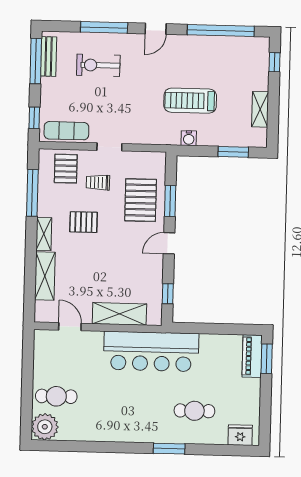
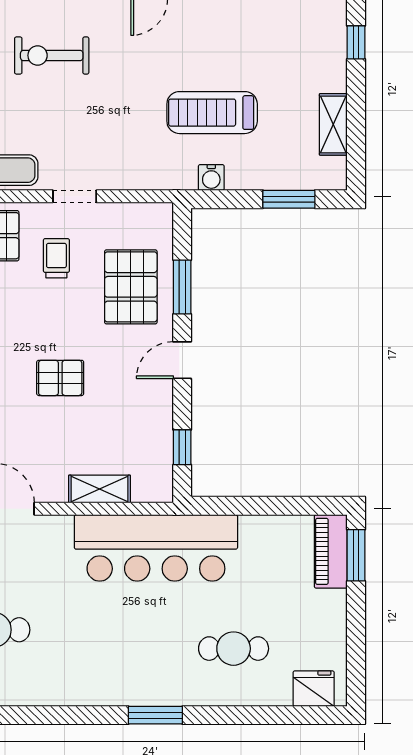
trolley: (98, 183) -> (56, 258), turned 90
pallet: (84, 222) -> (60, 378), moved
shelving: (119, 314) -> (100, 489), width x0.67, depth x0.75
window: (169, 449) -> (155, 715), moved

